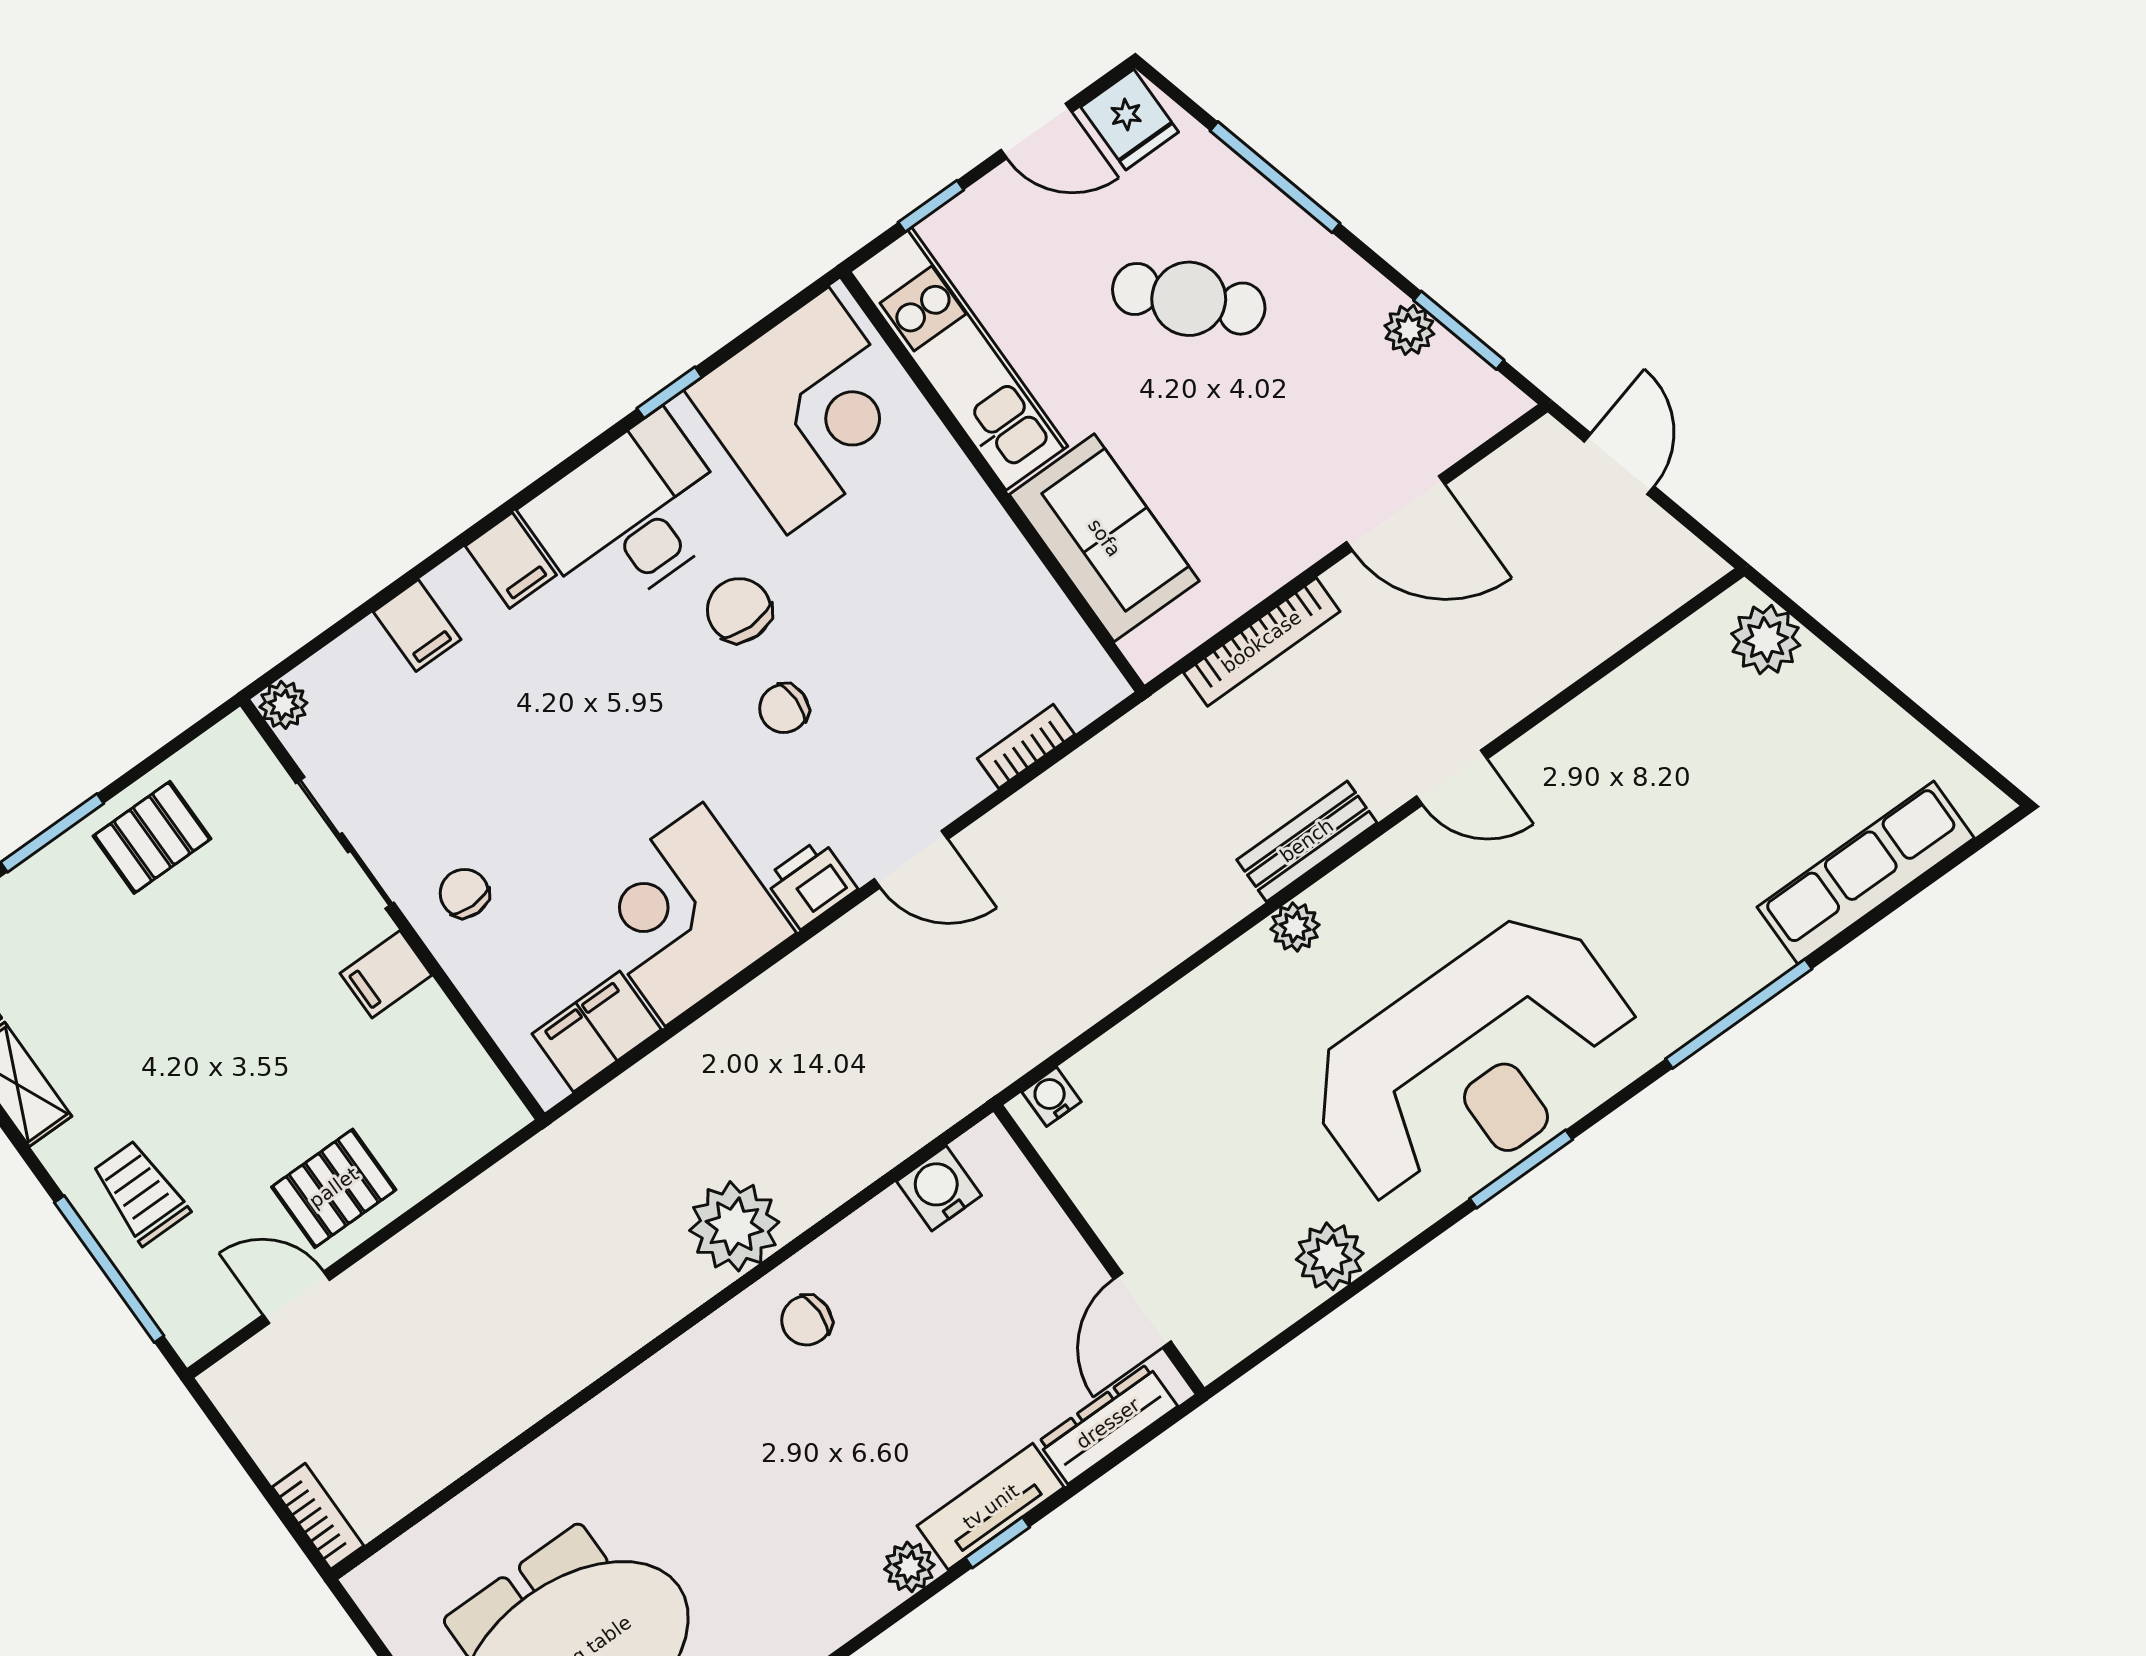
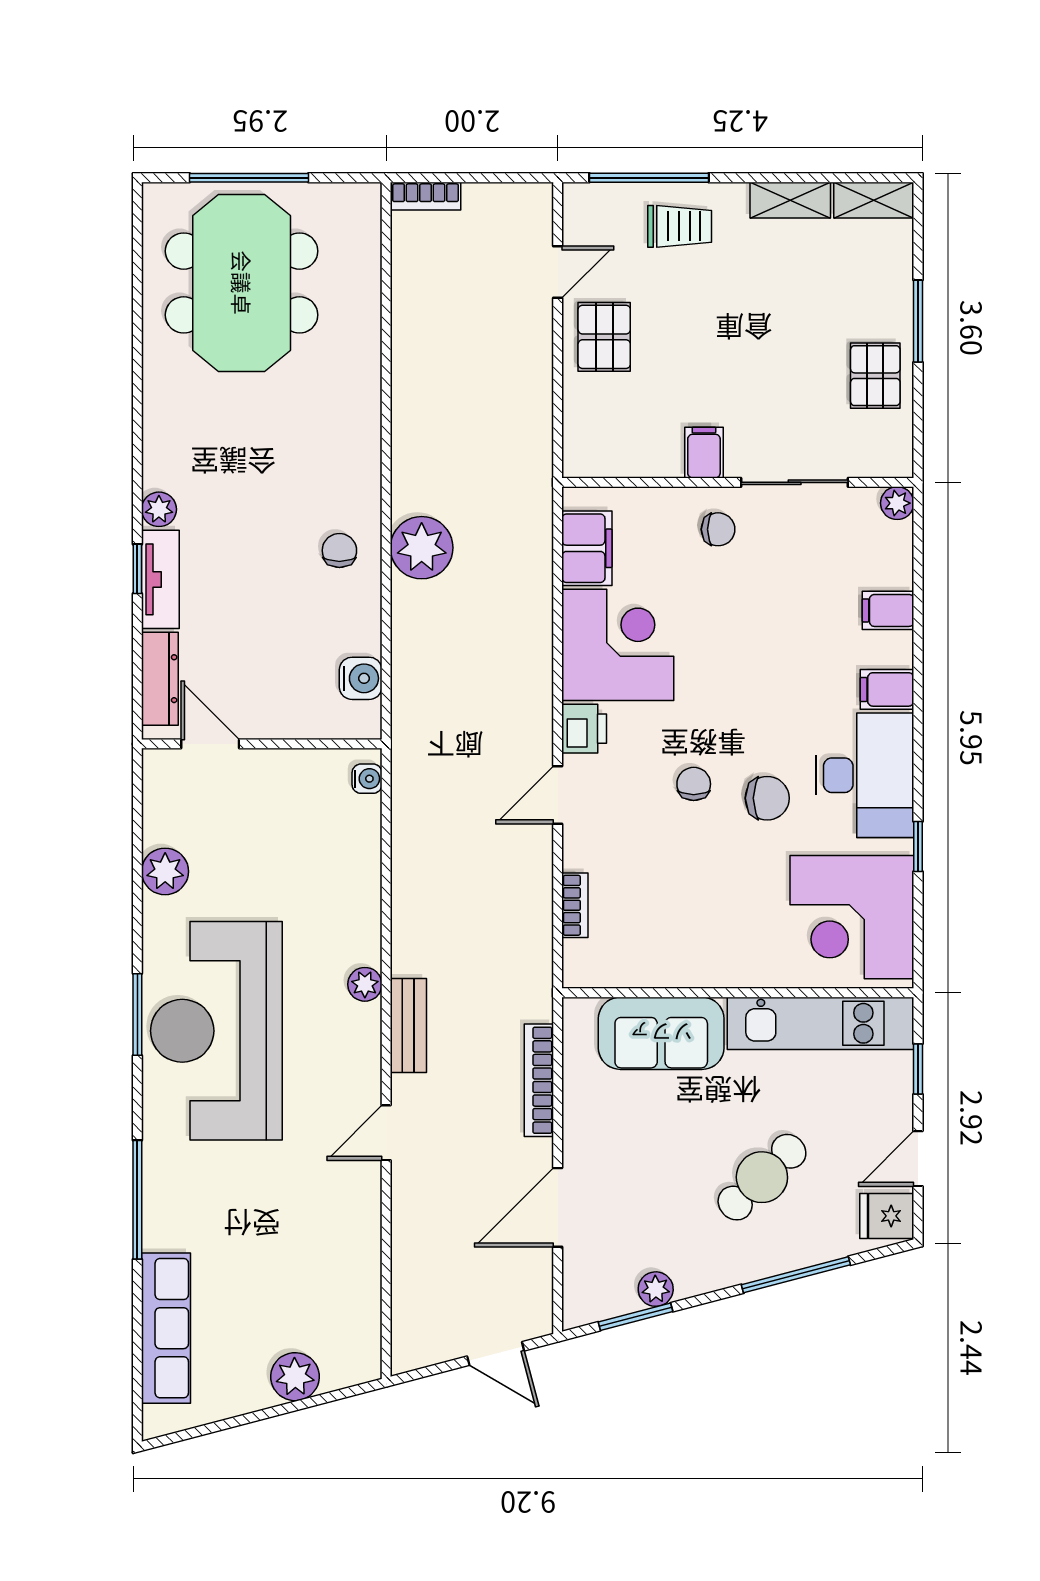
plant: (1766, 640) -> (295, 1377), moved

